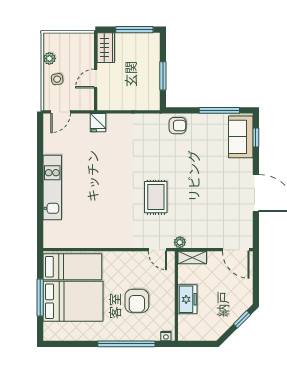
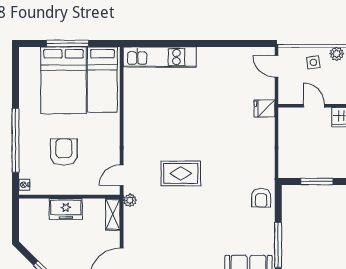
kitchen unit: (52, 188) -> (160, 57), moved
armchair: (137, 301) -> (64, 152), turned 90

